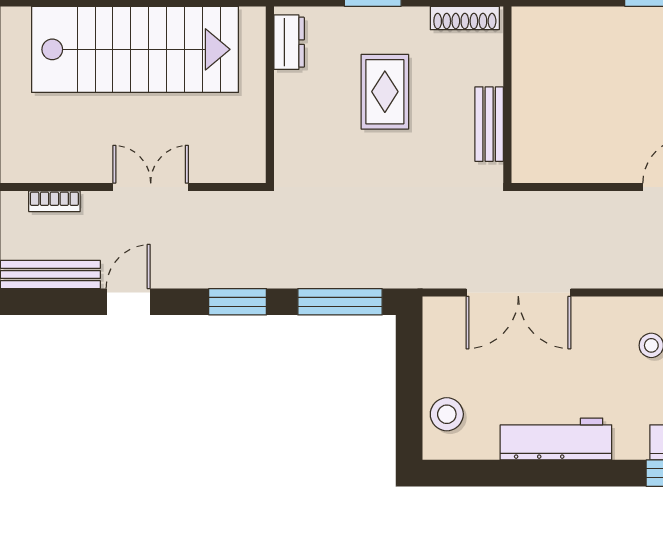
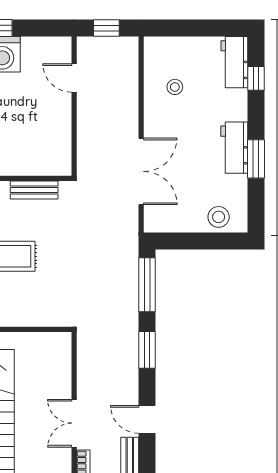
double door: (151, 187) -> (74, 423), moved
workbench: (556, 439) -> (234, 148), width x0.73
window: (538, 473) -> (256, 159), added

